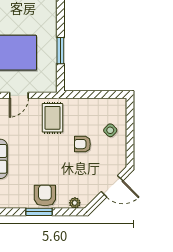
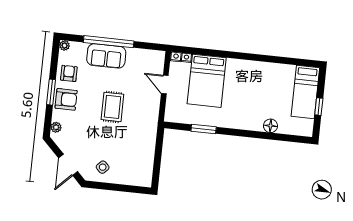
rug: (52, 118) -> (112, 107), moved, turned 90
side table: (110, 130) -> (103, 167), moved
armchair: (82, 144) -> (69, 73), moved

